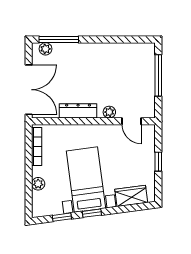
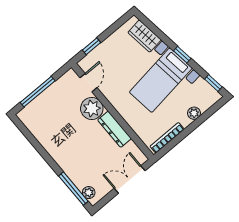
double door: (29, 90) -> (130, 180), width x0.73
plant: (109, 112) -> (92, 108), width x1.88, depth x1.88
window: (158, 162) -> (92, 46), moved
window: (62, 217) -> (213, 83), moved

